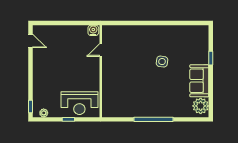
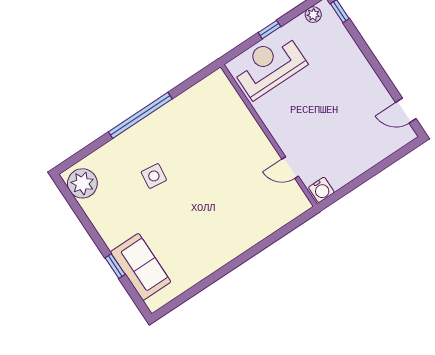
door: (101, 50) -> (290, 168), swing flipped
side table: (162, 62) -> (154, 176), moved
sofa: (199, 81) -> (141, 267), moved

